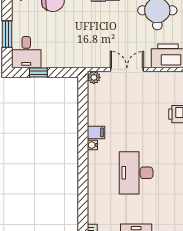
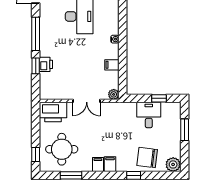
desk: (26, 52) -> (149, 115), moved
filing cabinet: (96, 132) -> (112, 65), moved

